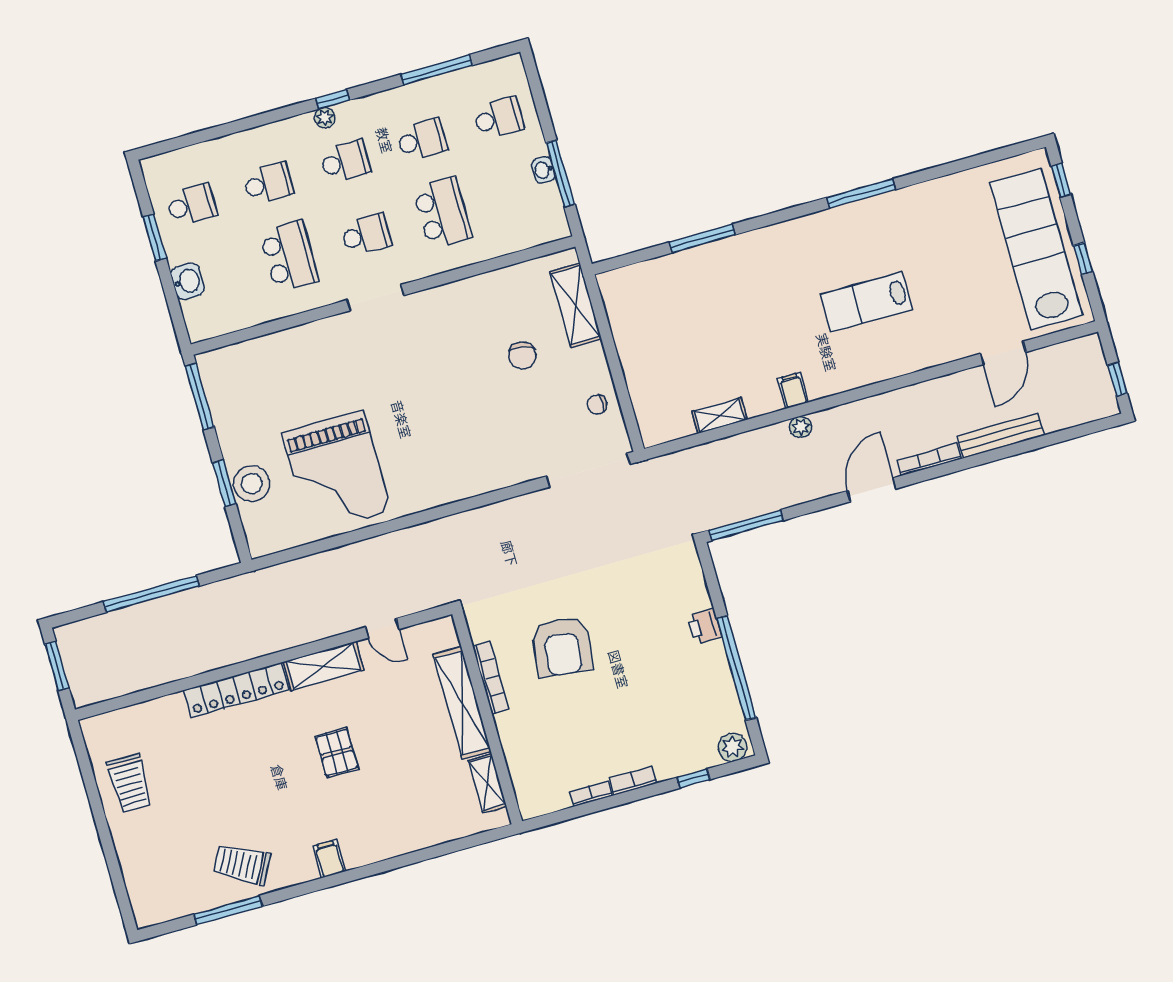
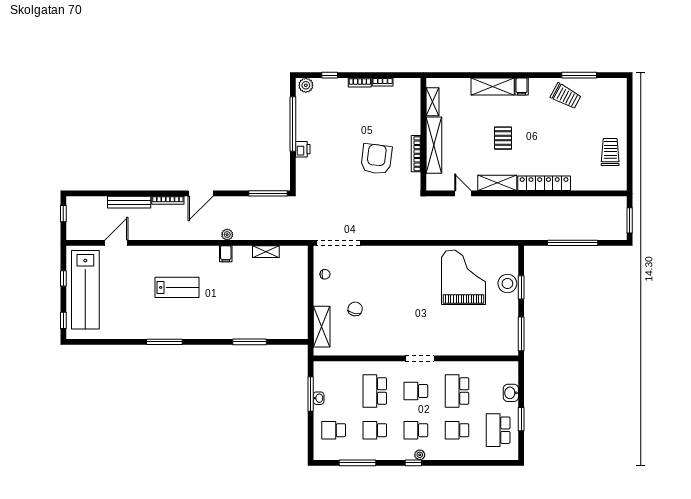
school desk: (192, 205) -> (498, 430), width x1.85
shelving: (383, 843) -> (493, 87), added

